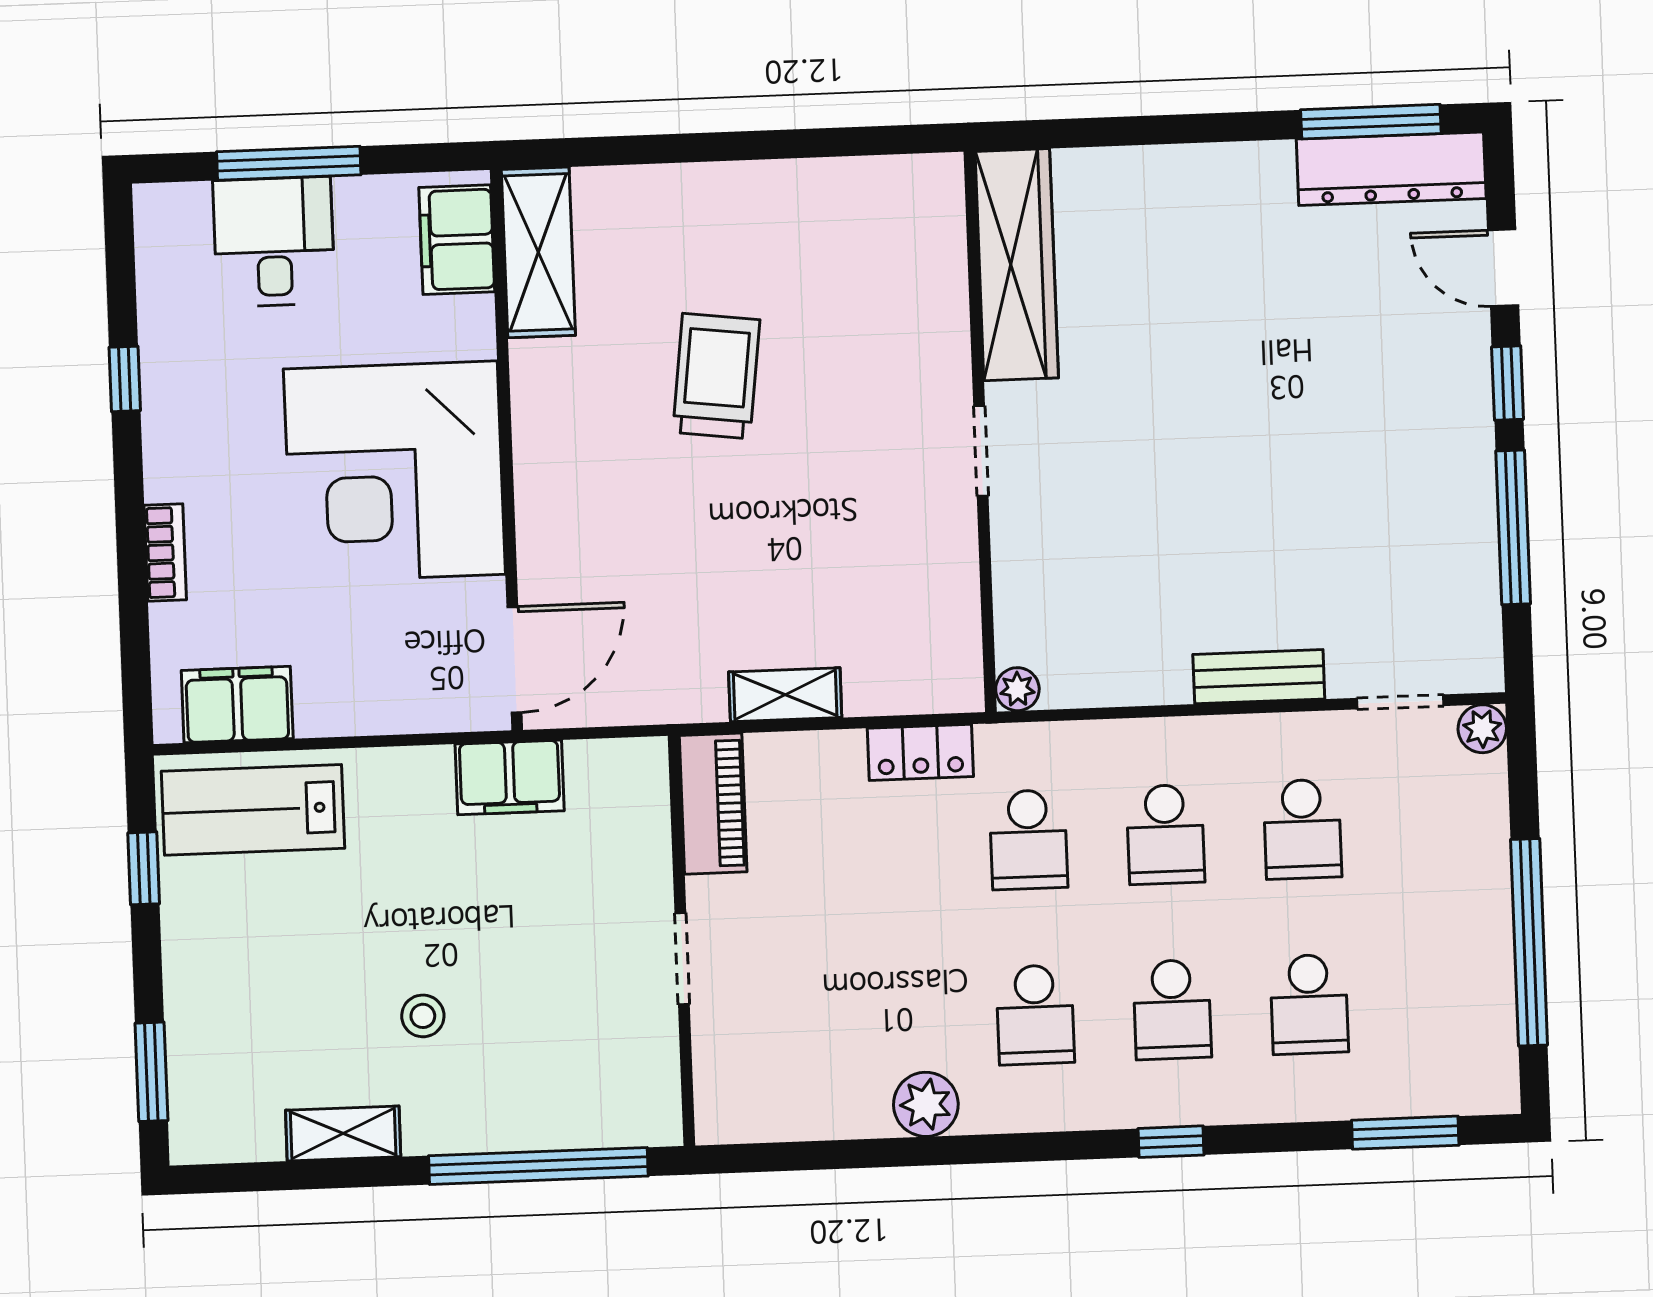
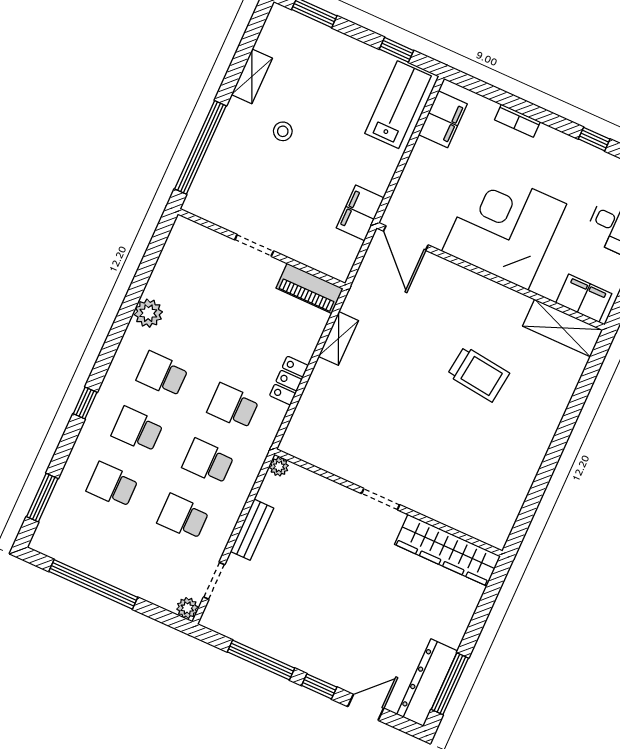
wardrobe: (1017, 265) -> (447, 550), moved
wall: (980, 432) -> (388, 503), moved
doorway: (981, 451) -> (381, 499), moved
plant: (1017, 689) -> (279, 467), moved

